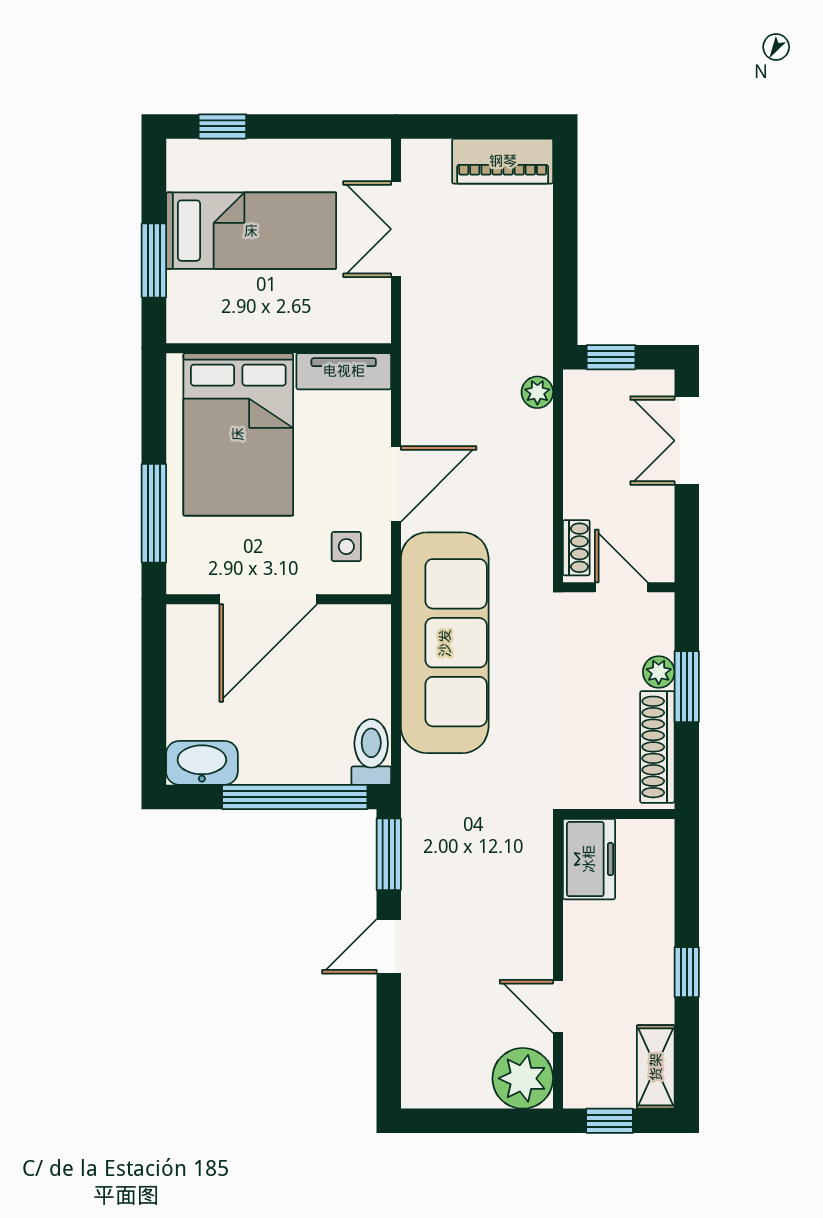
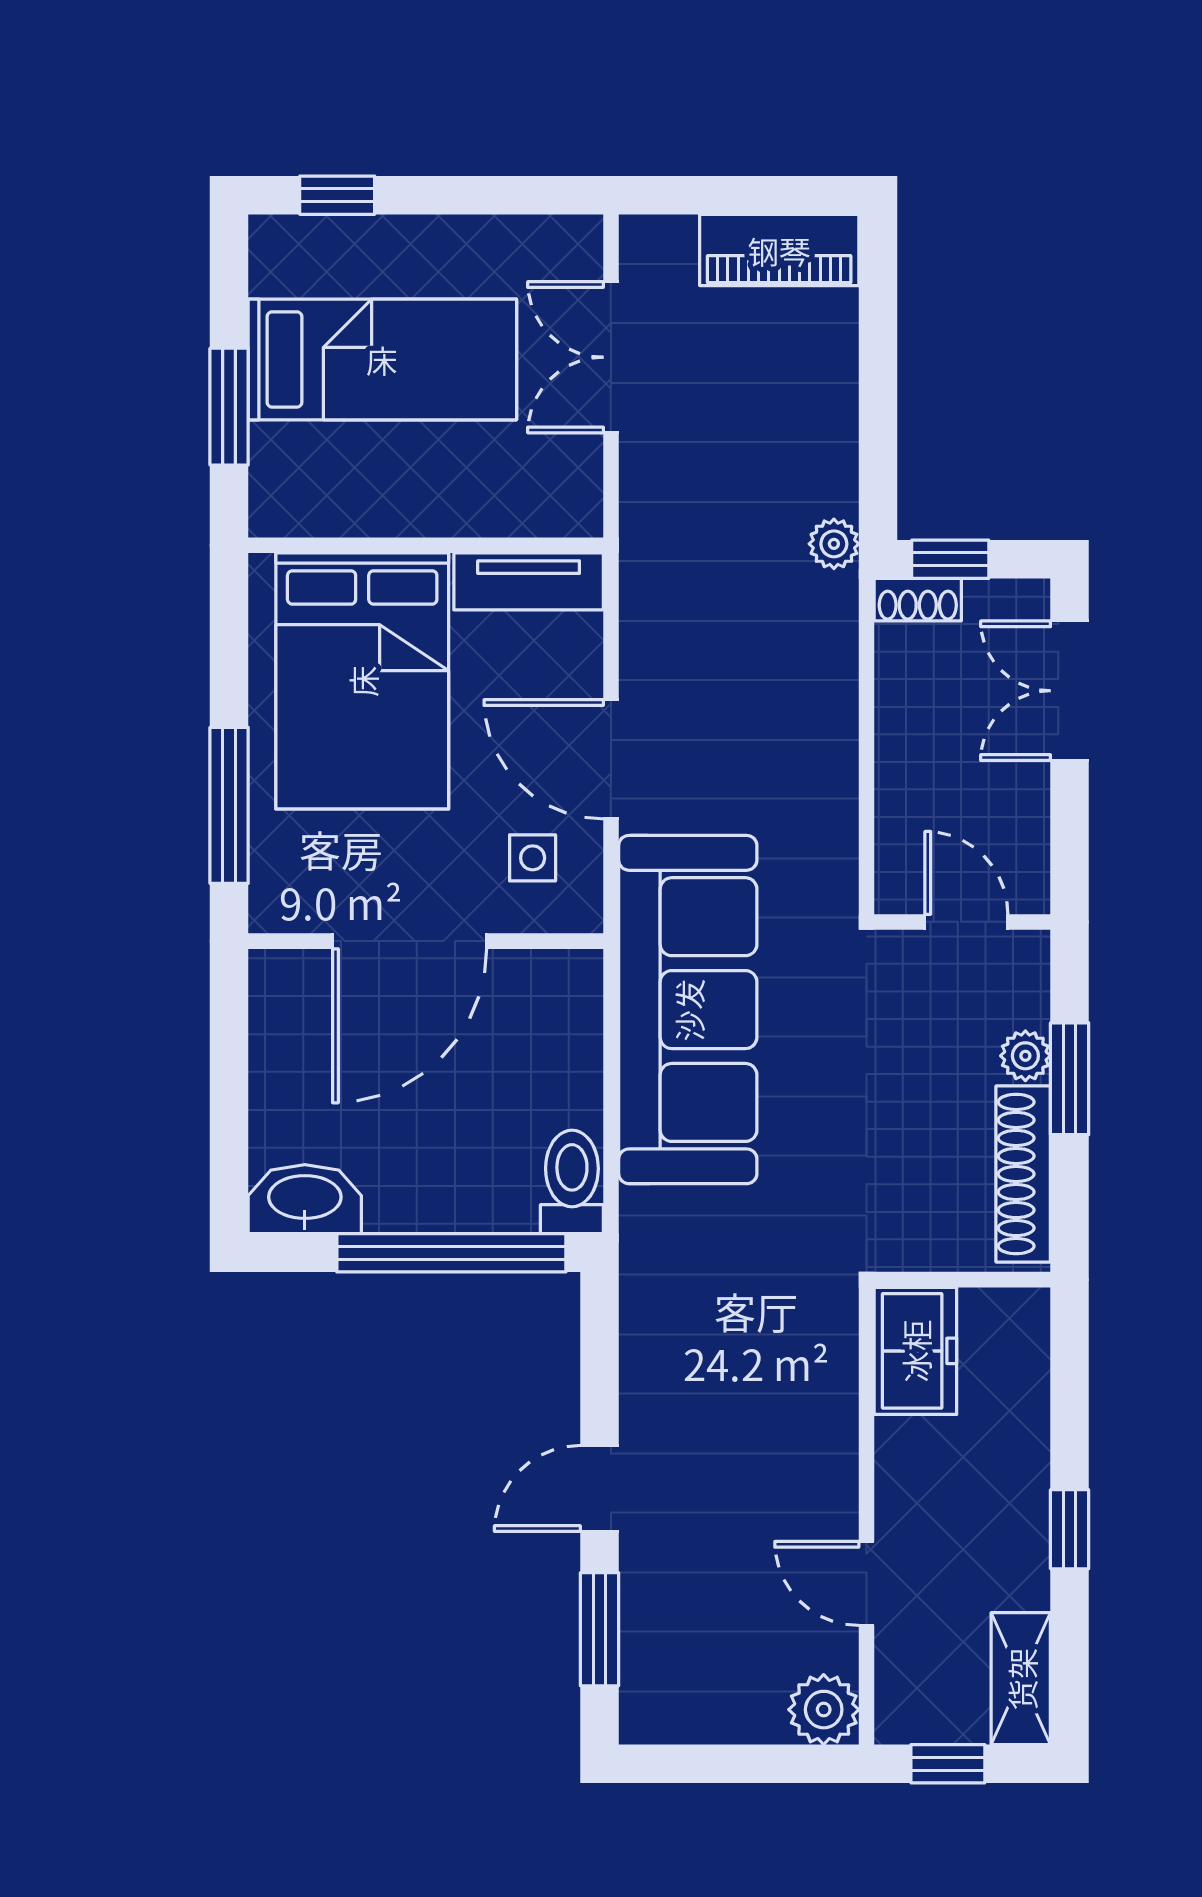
plant: (537, 392) -> (834, 544), moved
door: (396, 484) -> (611, 759), swing flipped
shoe rack: (576, 548) -> (918, 600), moved, turned 90
window: (389, 854) -> (600, 1629), moved
plant: (523, 1078) -> (824, 1710), width x0.73, depth x0.73

